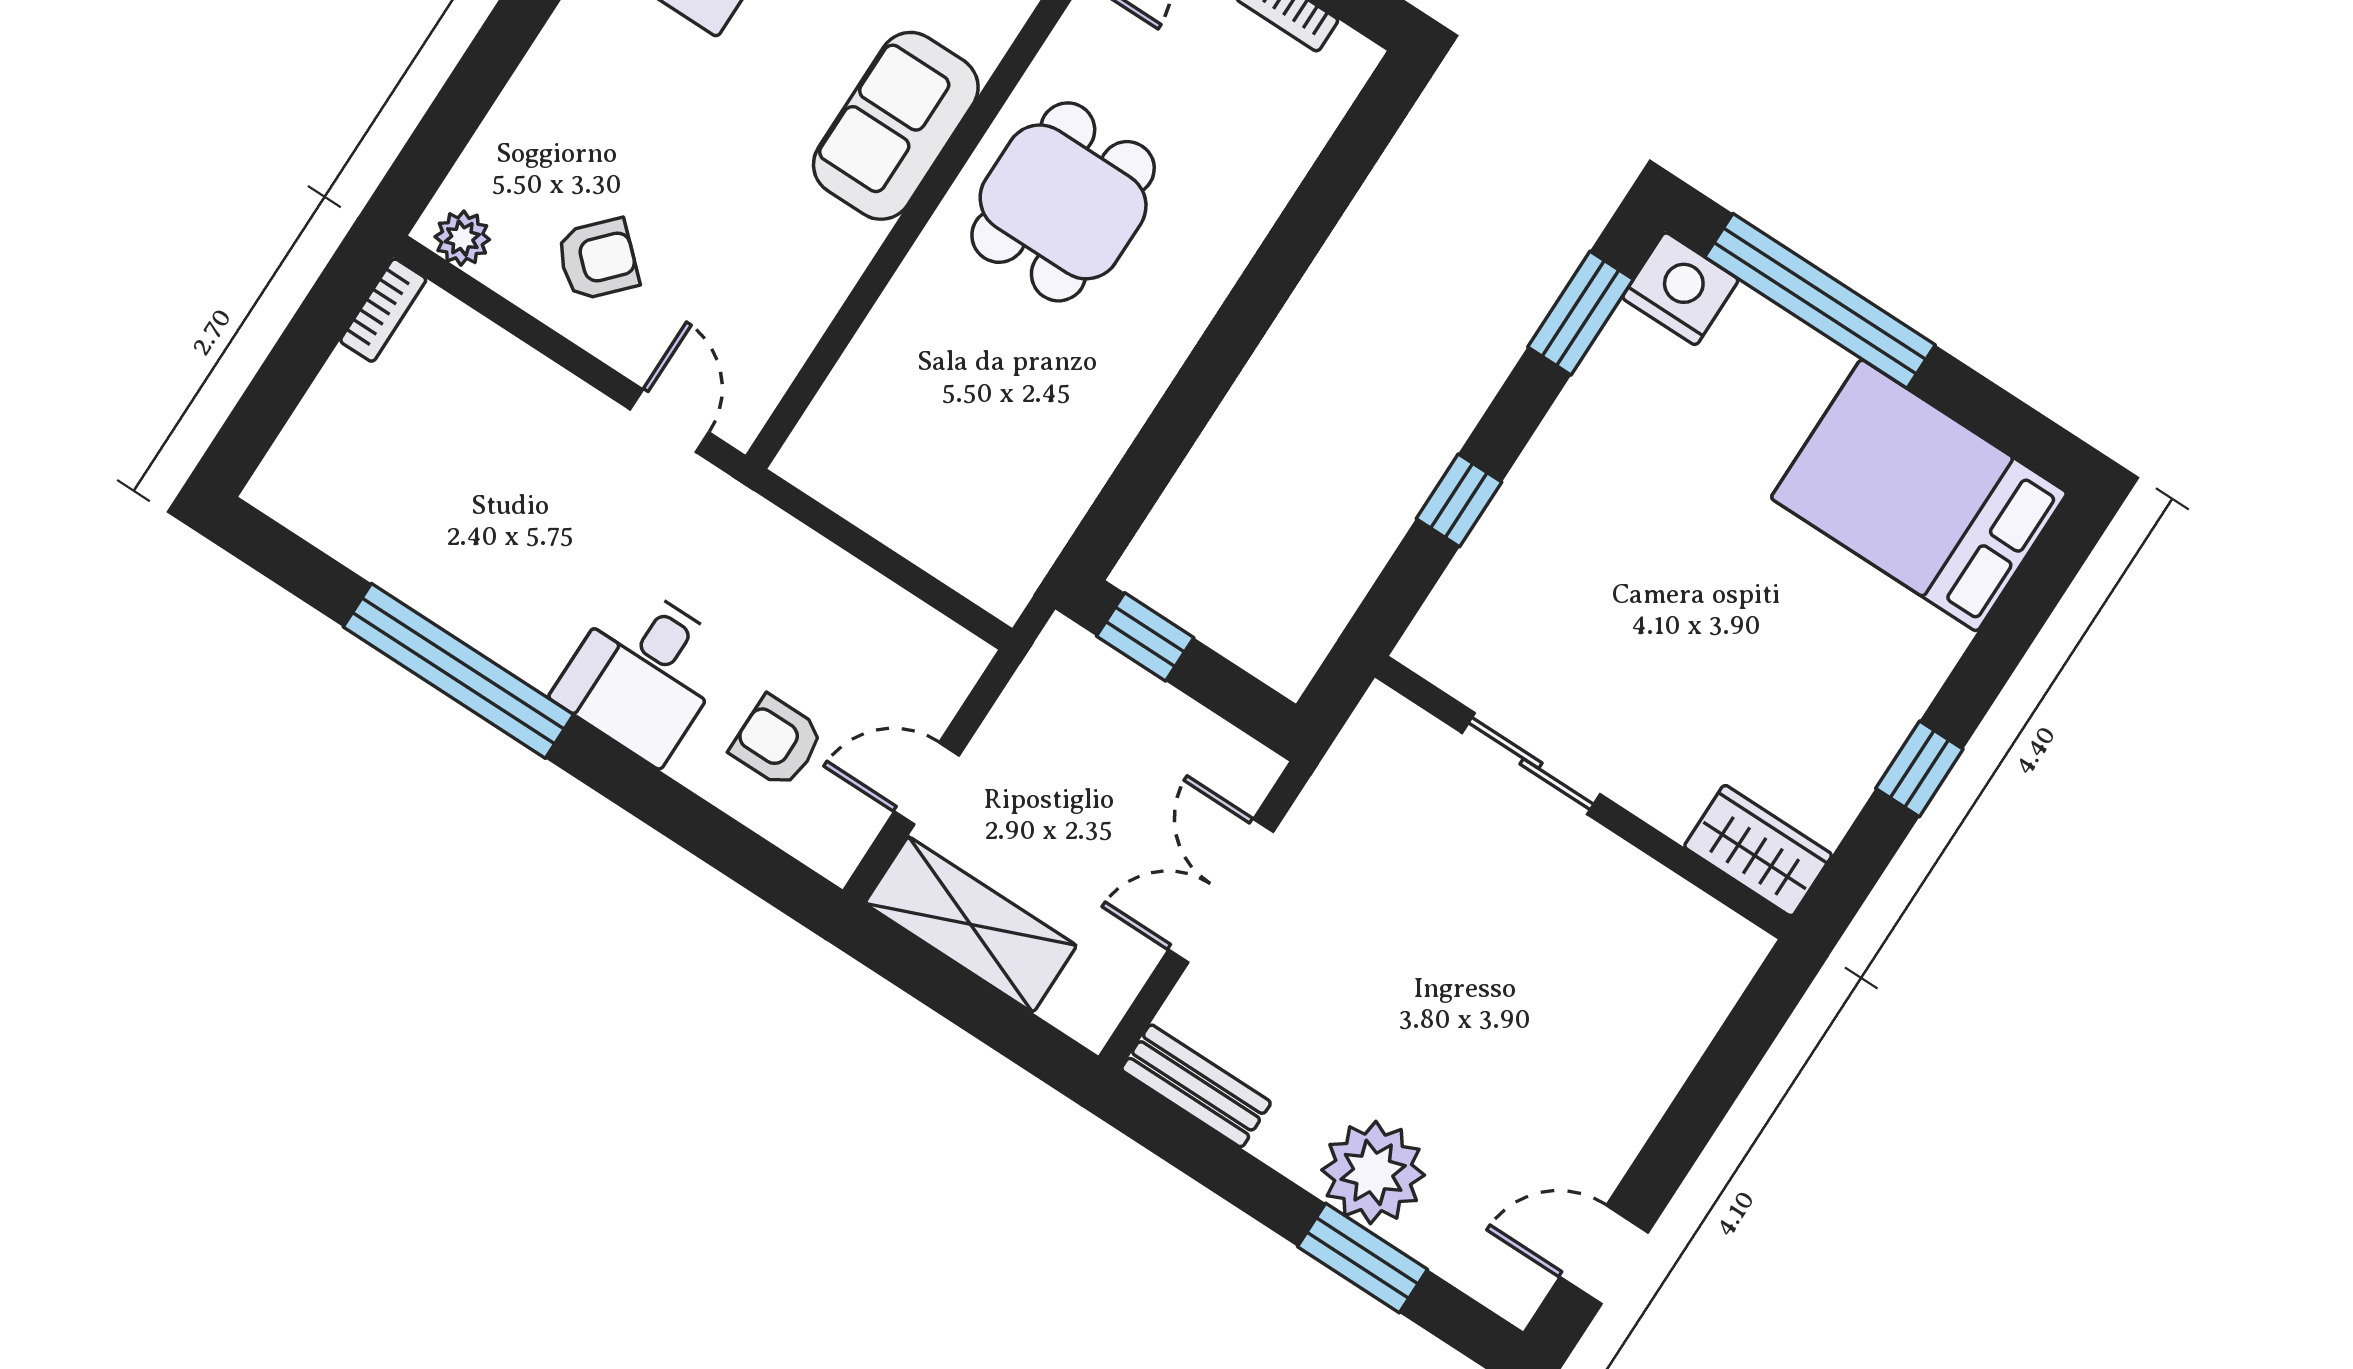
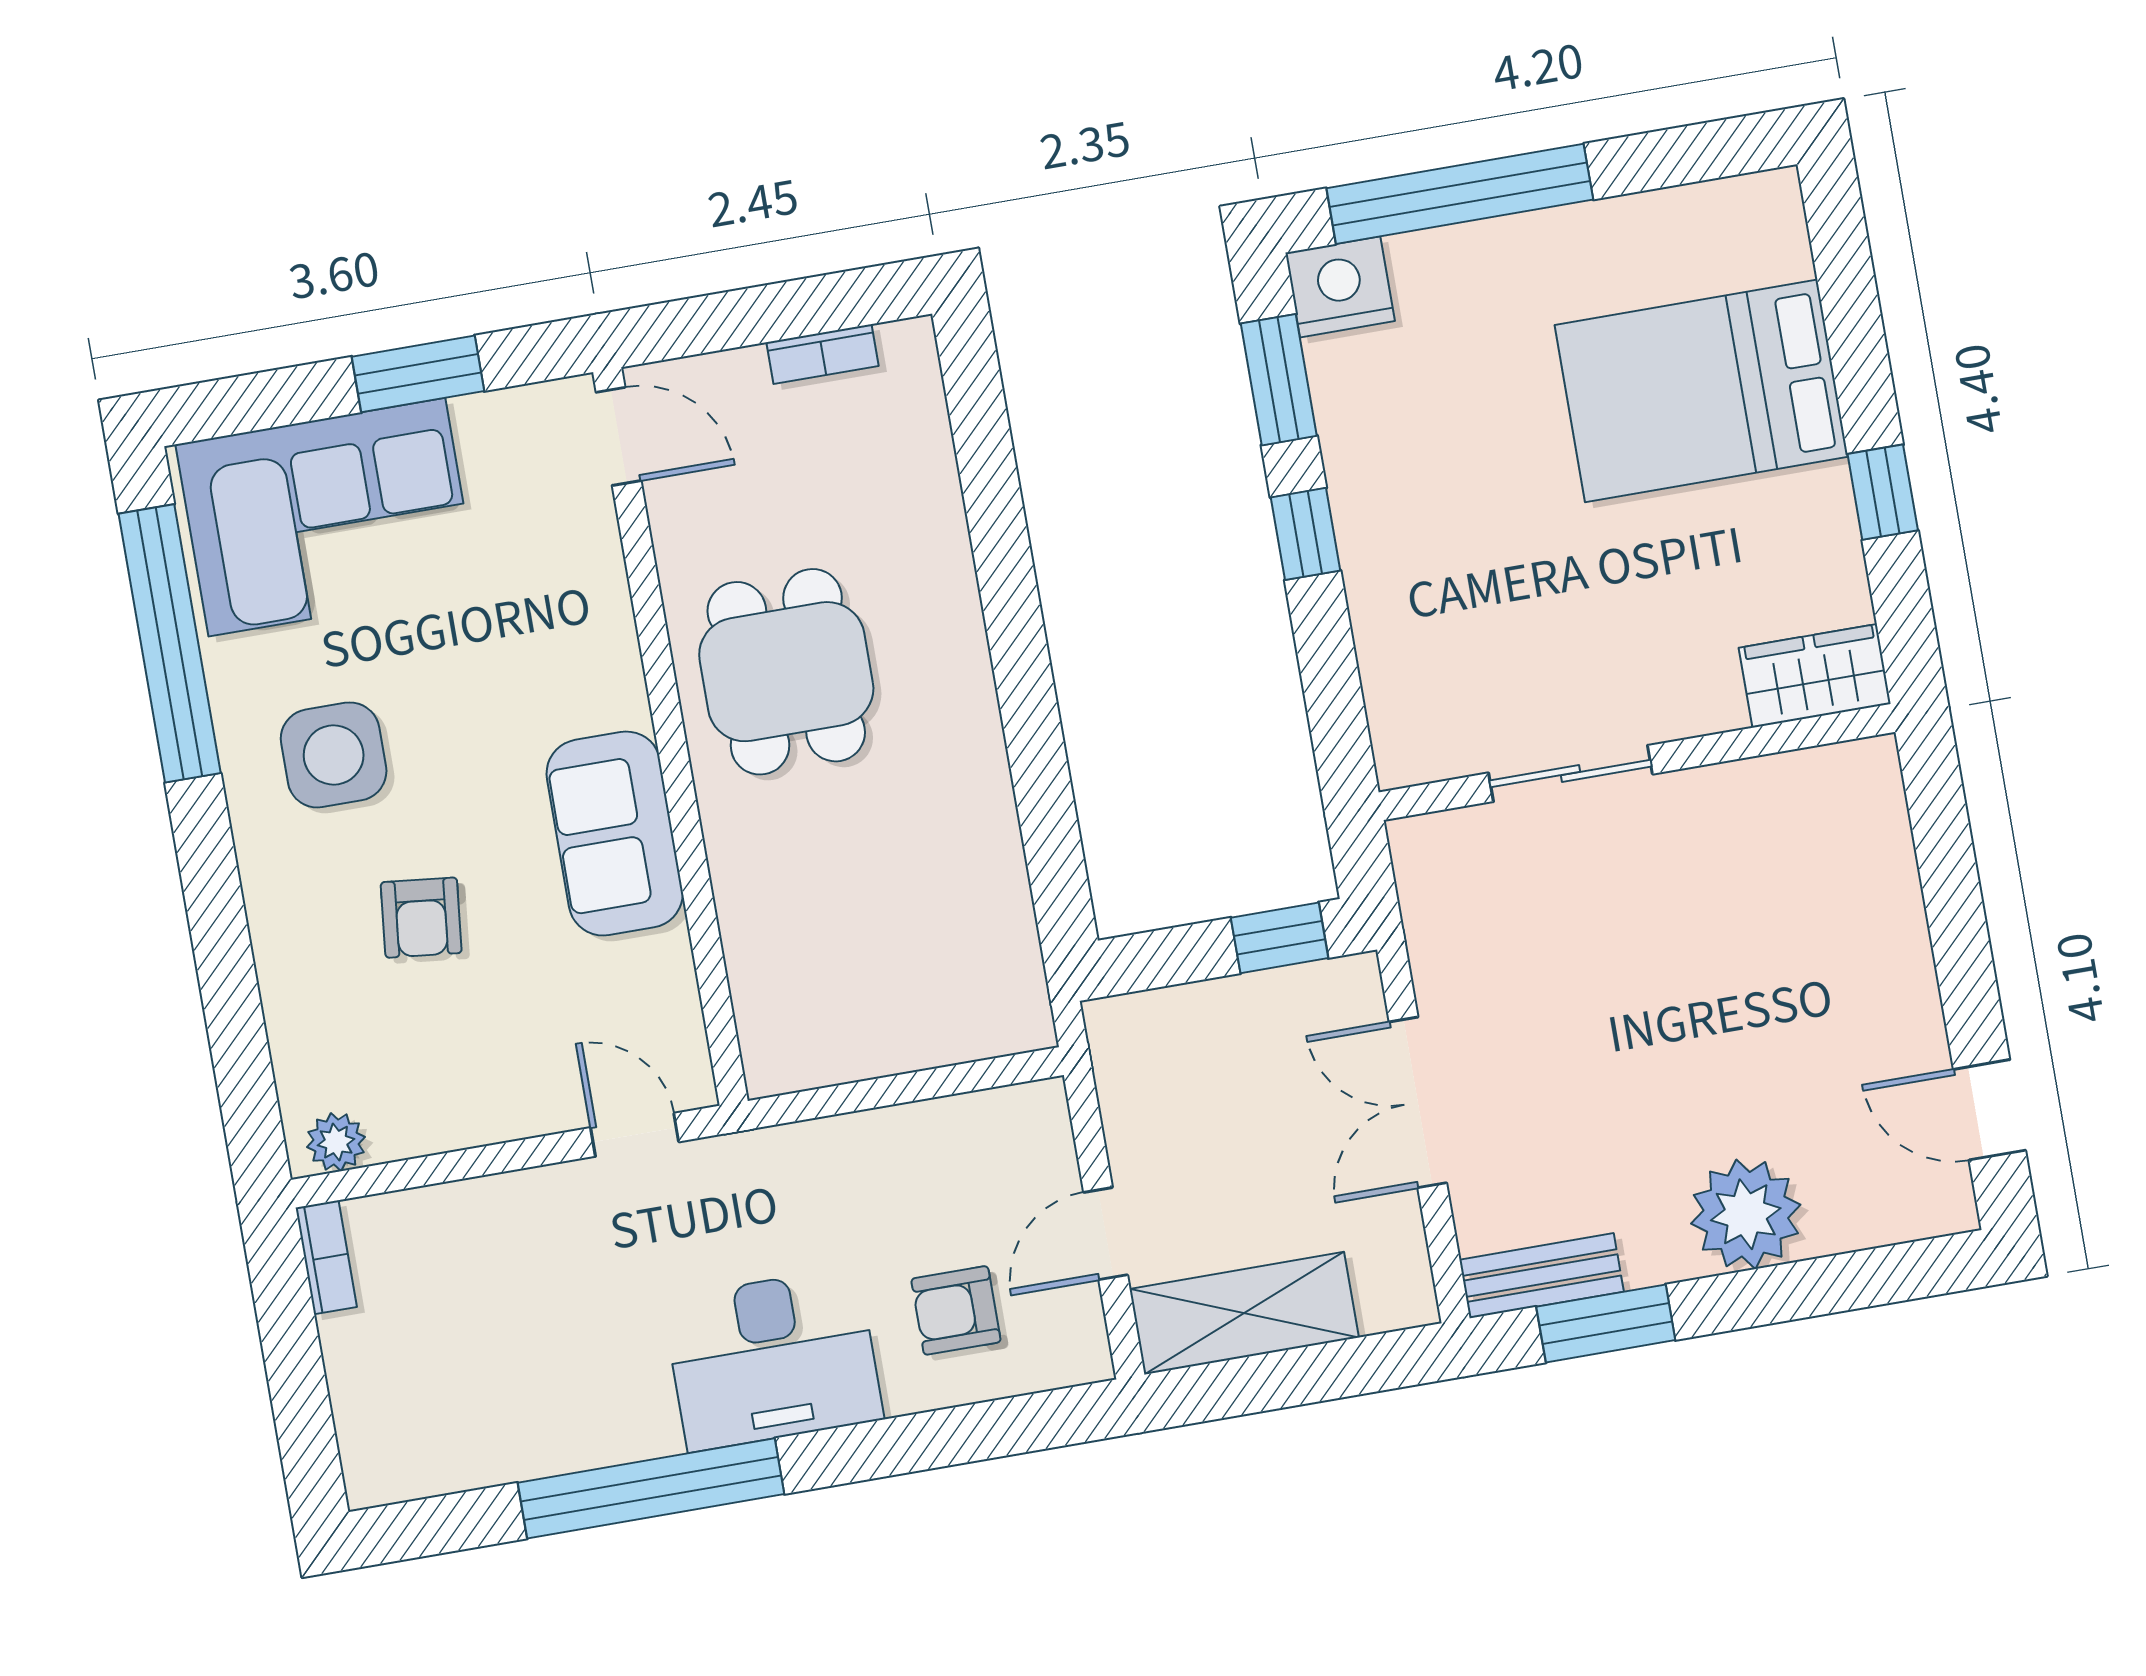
sofa: (896, 126) -> (615, 834), moved
armchair: (598, 259) -> (421, 918), moved, turned 143
bed: (1919, 495) -> (1701, 391), moved
window: (1459, 500) -> (1305, 534), moved
window: (1145, 637) -> (1280, 938), moved
desk: (643, 673) -> (773, 1359), width x1.37
door: (1604, 1255) -> (1989, 1110), hinge flipped
window: (1363, 1258) -> (1606, 1323), moved

